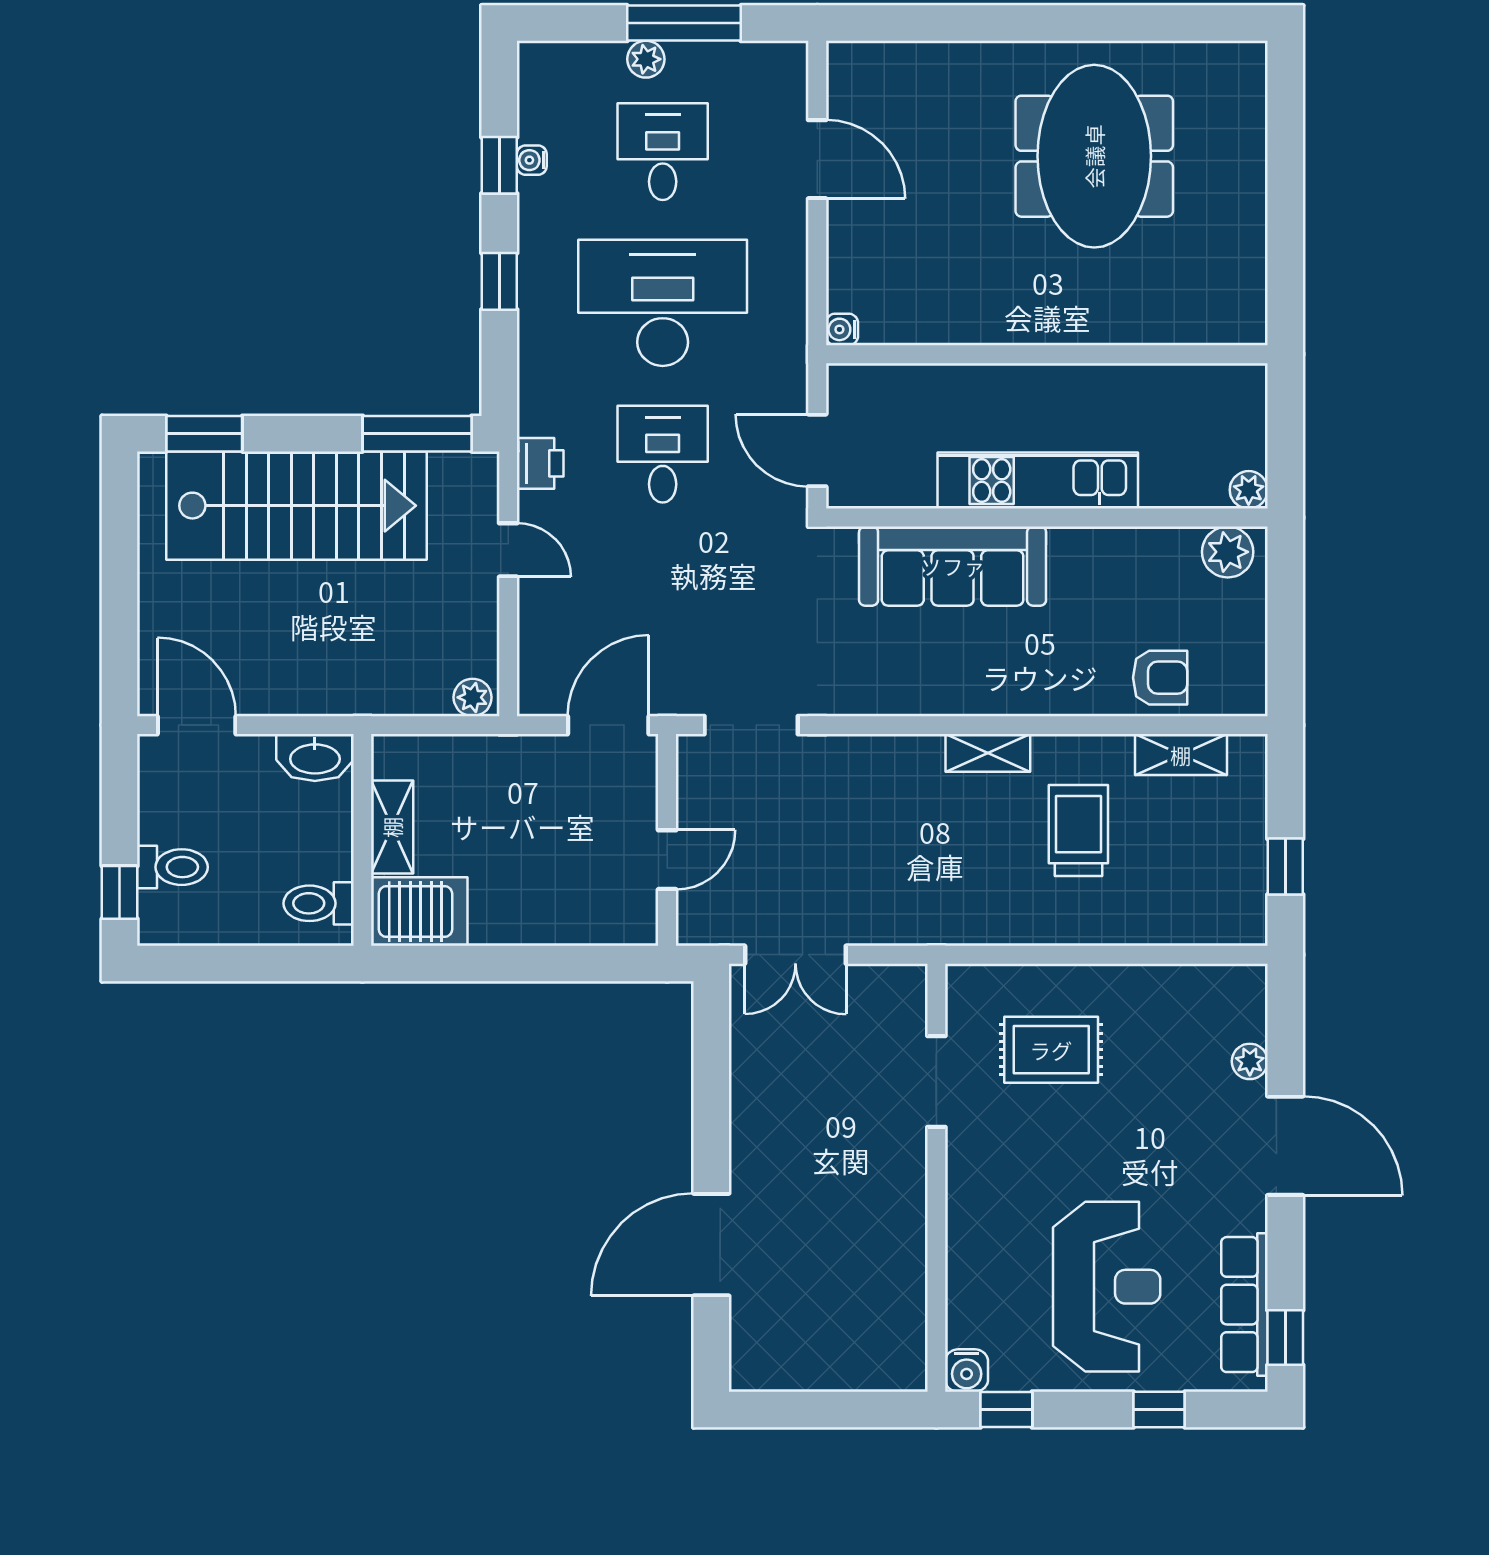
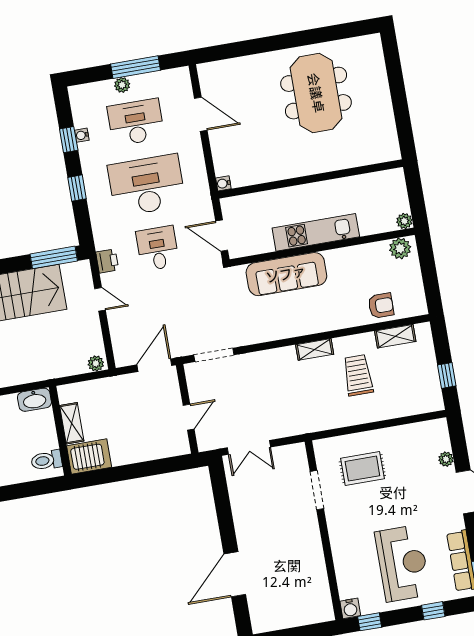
desk: (663, 152) -> (136, 122), width x1.37

